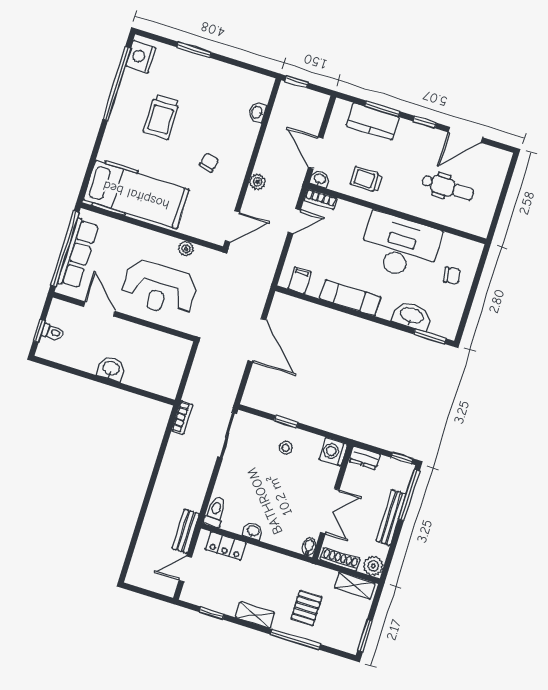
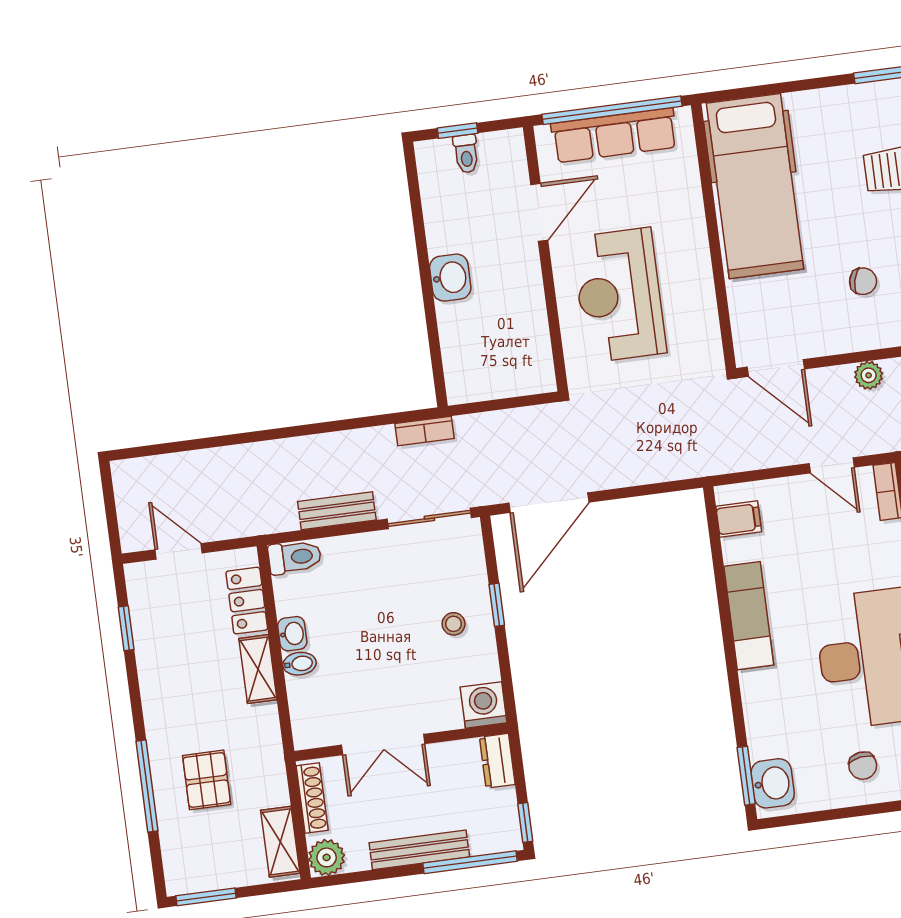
plant: (186, 249) -> (704, 309), removed
washbasin: (412, 316) -> (773, 783), moved, width x0.72
door: (257, 340) -> (549, 503), moved
bench: (186, 531) -> (337, 511), moved
bidet: (309, 547) -> (299, 664), moved
pallet: (306, 608) -> (207, 780), turned 90
shelving: (255, 615) -> (258, 669), moved

